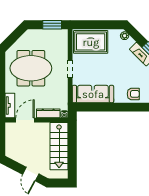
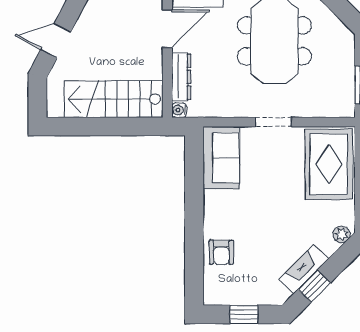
sofa: (93, 94) -> (221, 158), width x0.73
door: (25, 120) -> (167, 29), hinge flipped

